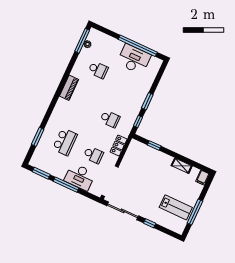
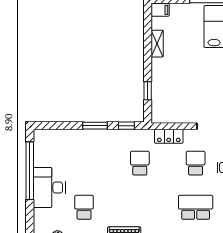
desk: (134, 59) -> (49, 188), moved

